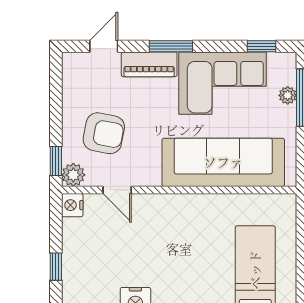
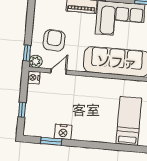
armchair: (104, 133) -> (54, 40), turned -98
door: (117, 190) -> (59, 72), swing flipped

